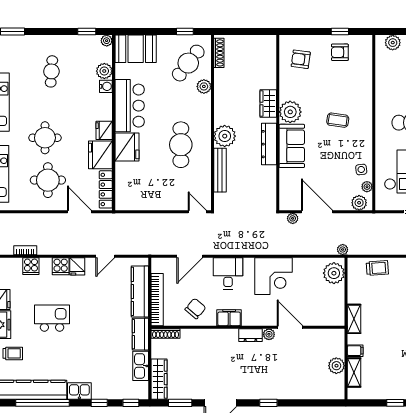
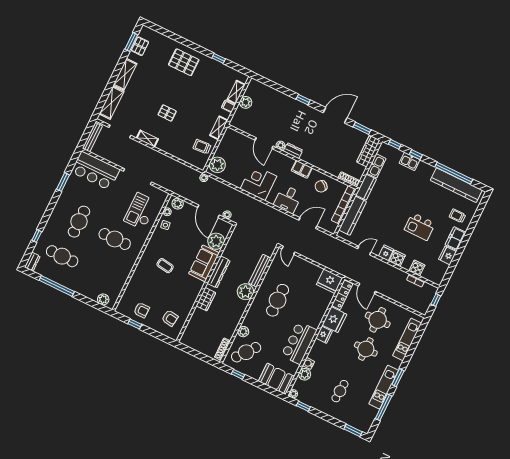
plant: (290, 112) -> (216, 241), moved
fridge: (127, 147) -> (329, 281), moved, turned -90
trolley: (377, 268) -> (202, 147), moved
kitchen sink: (79, 391) -> (410, 161), moved

